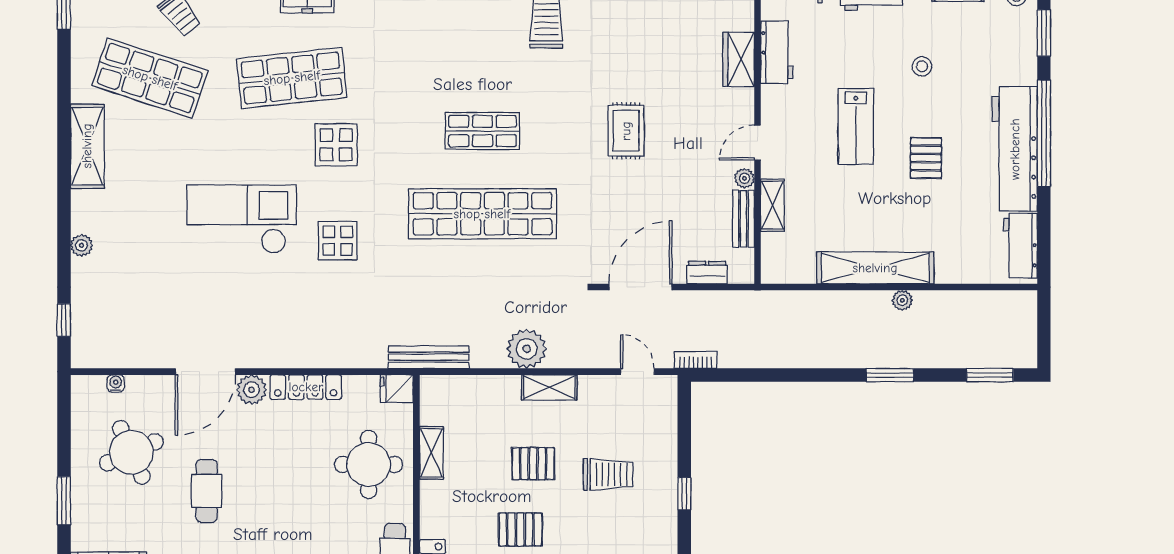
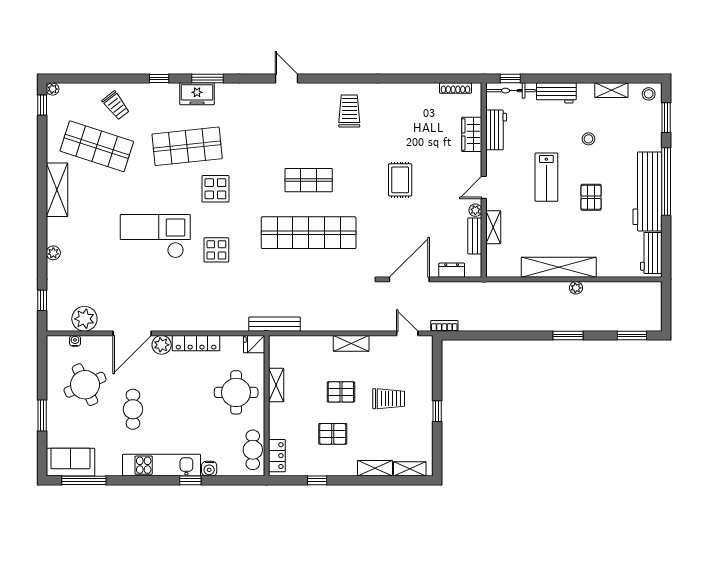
plant: (527, 349) -> (84, 319), moved

